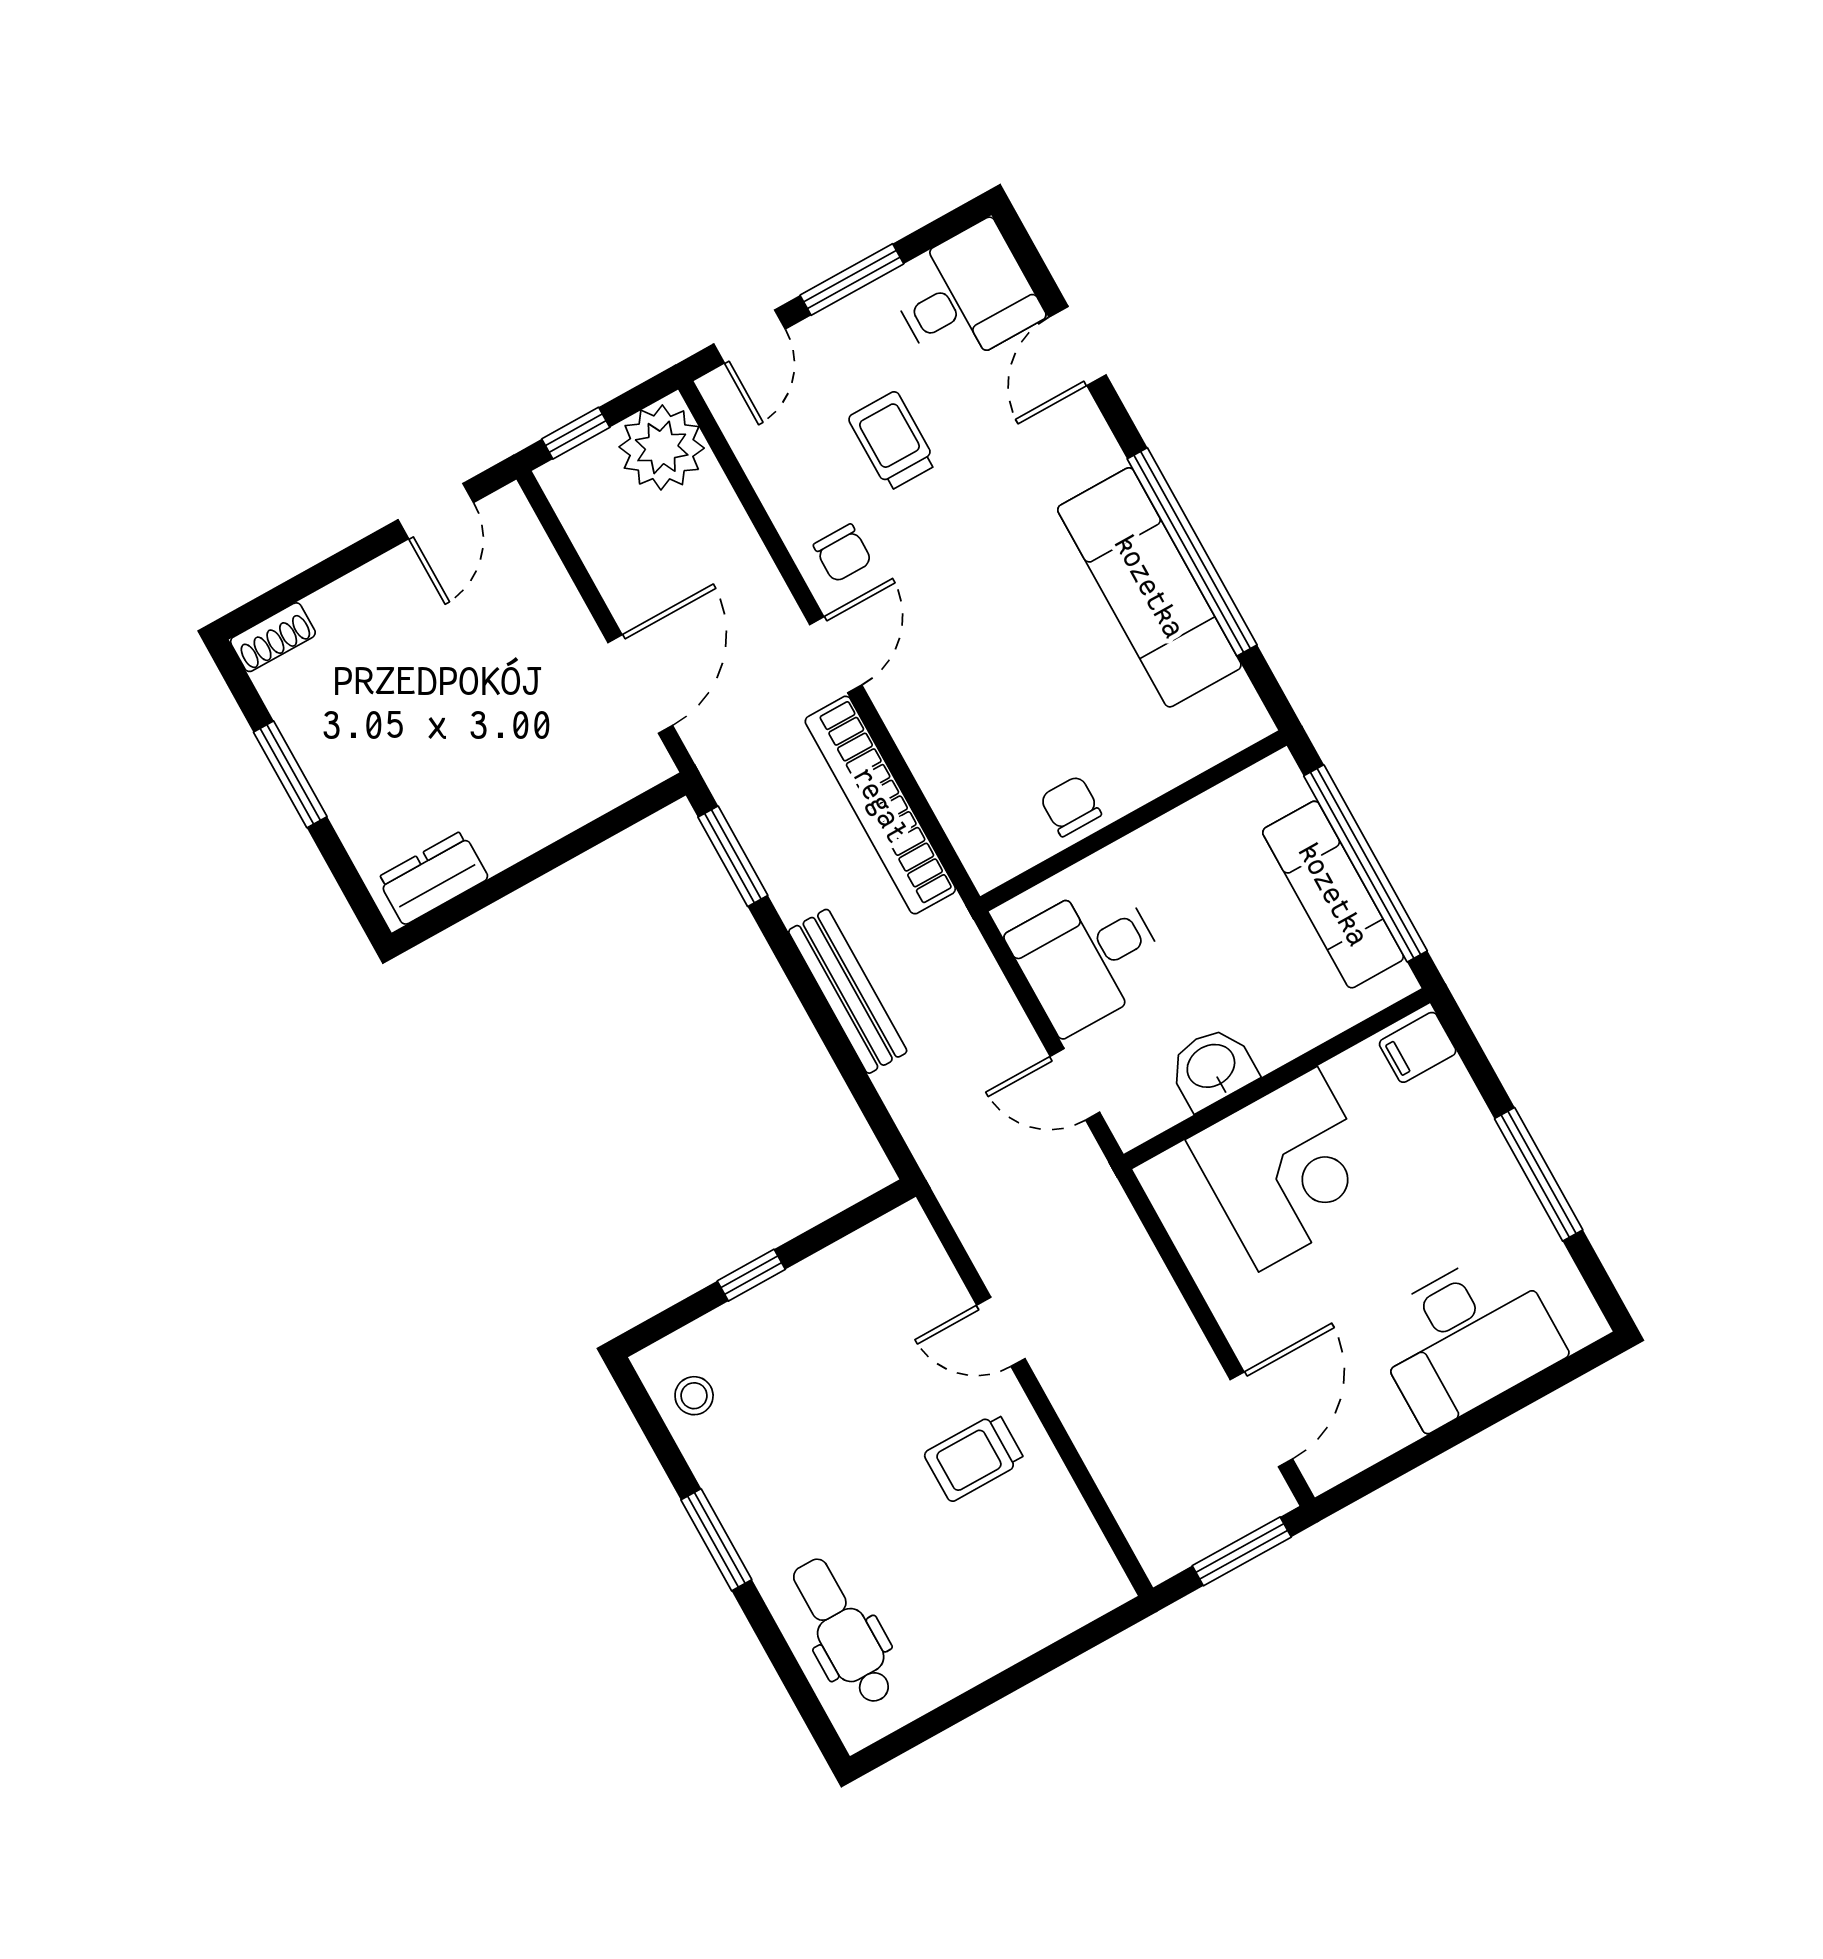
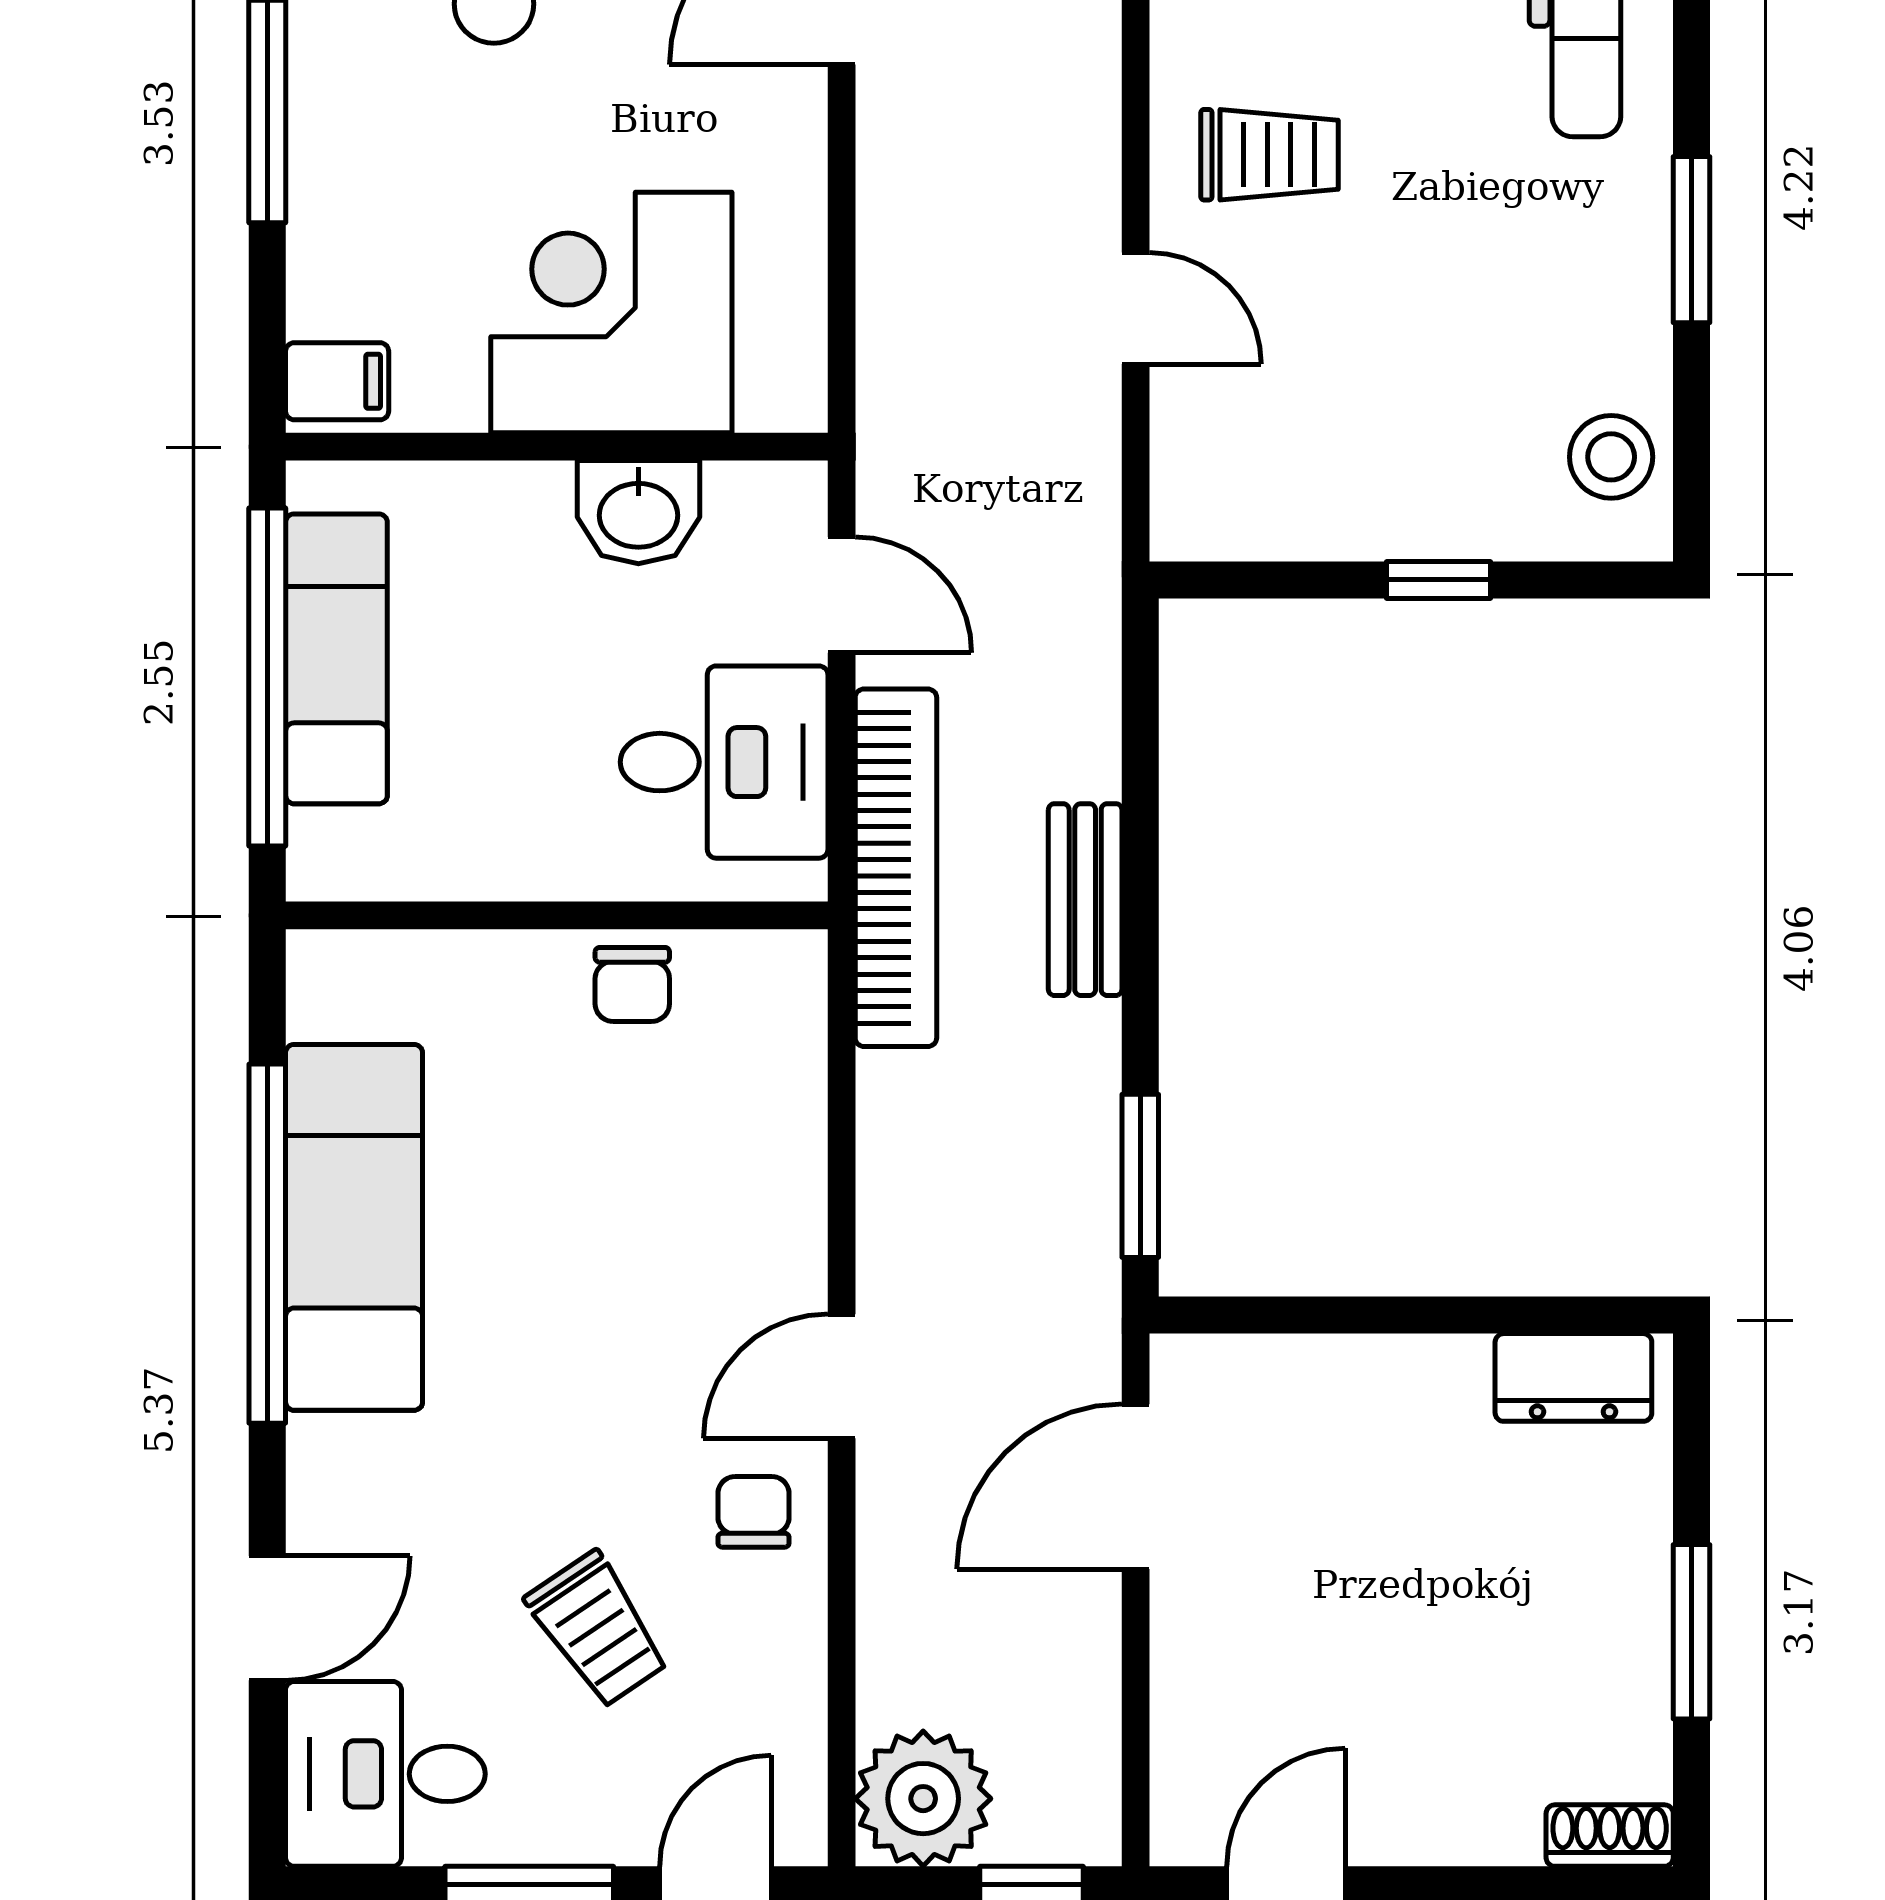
trolley: (892, 441) -> (598, 1629), turned -34
bookcase: (880, 805) -> (896, 868), moved
bench: (848, 991) -> (1085, 900), width x0.73
stool: (694, 1396) -> (1611, 457), width x1.37, depth x1.37

